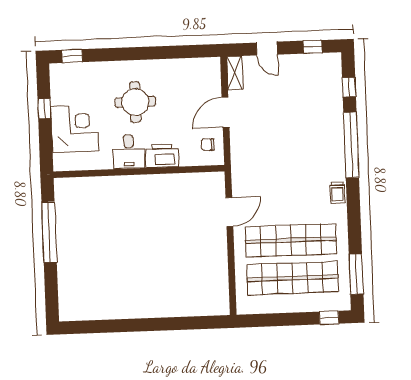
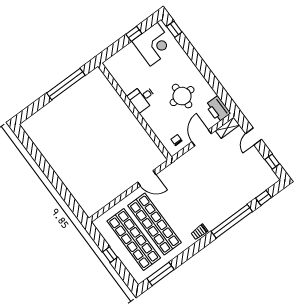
round table: (135, 102) -> (182, 96), moved
door: (226, 112) -> (202, 138), hinge flipped
corner desk: (75, 129) -> (154, 44), moved
printer: (162, 156) -> (218, 109), moved, turned 180
window: (329, 318) -> (110, 255), moved

